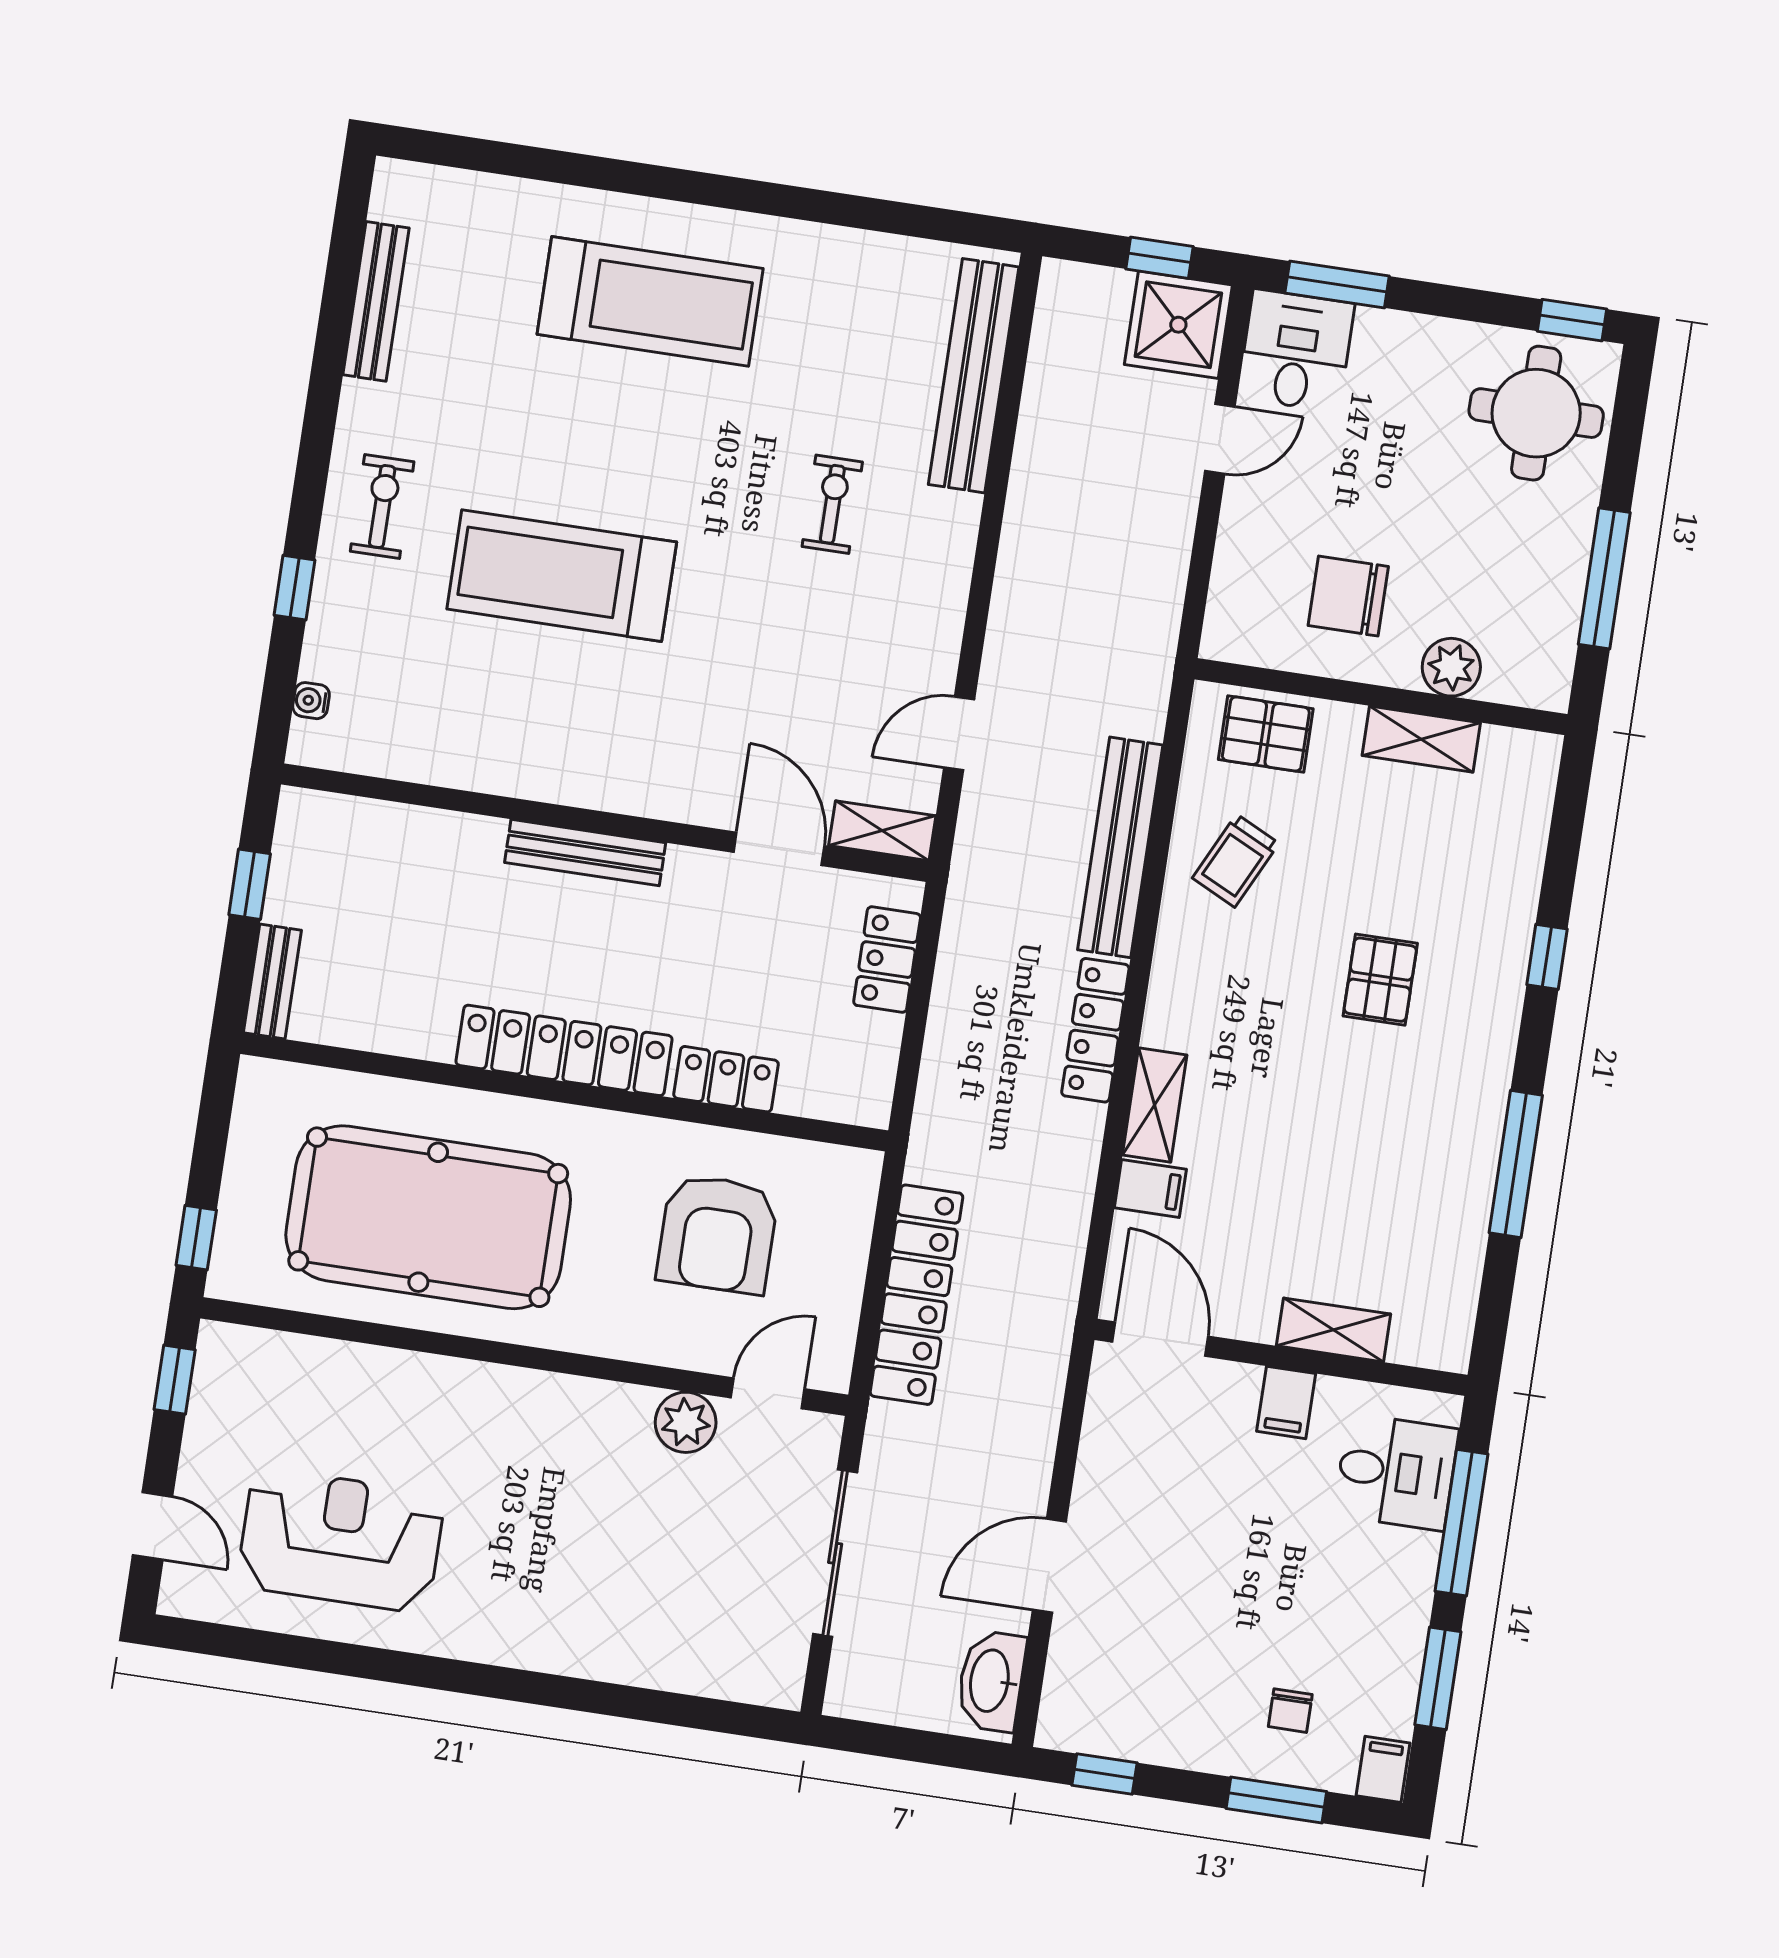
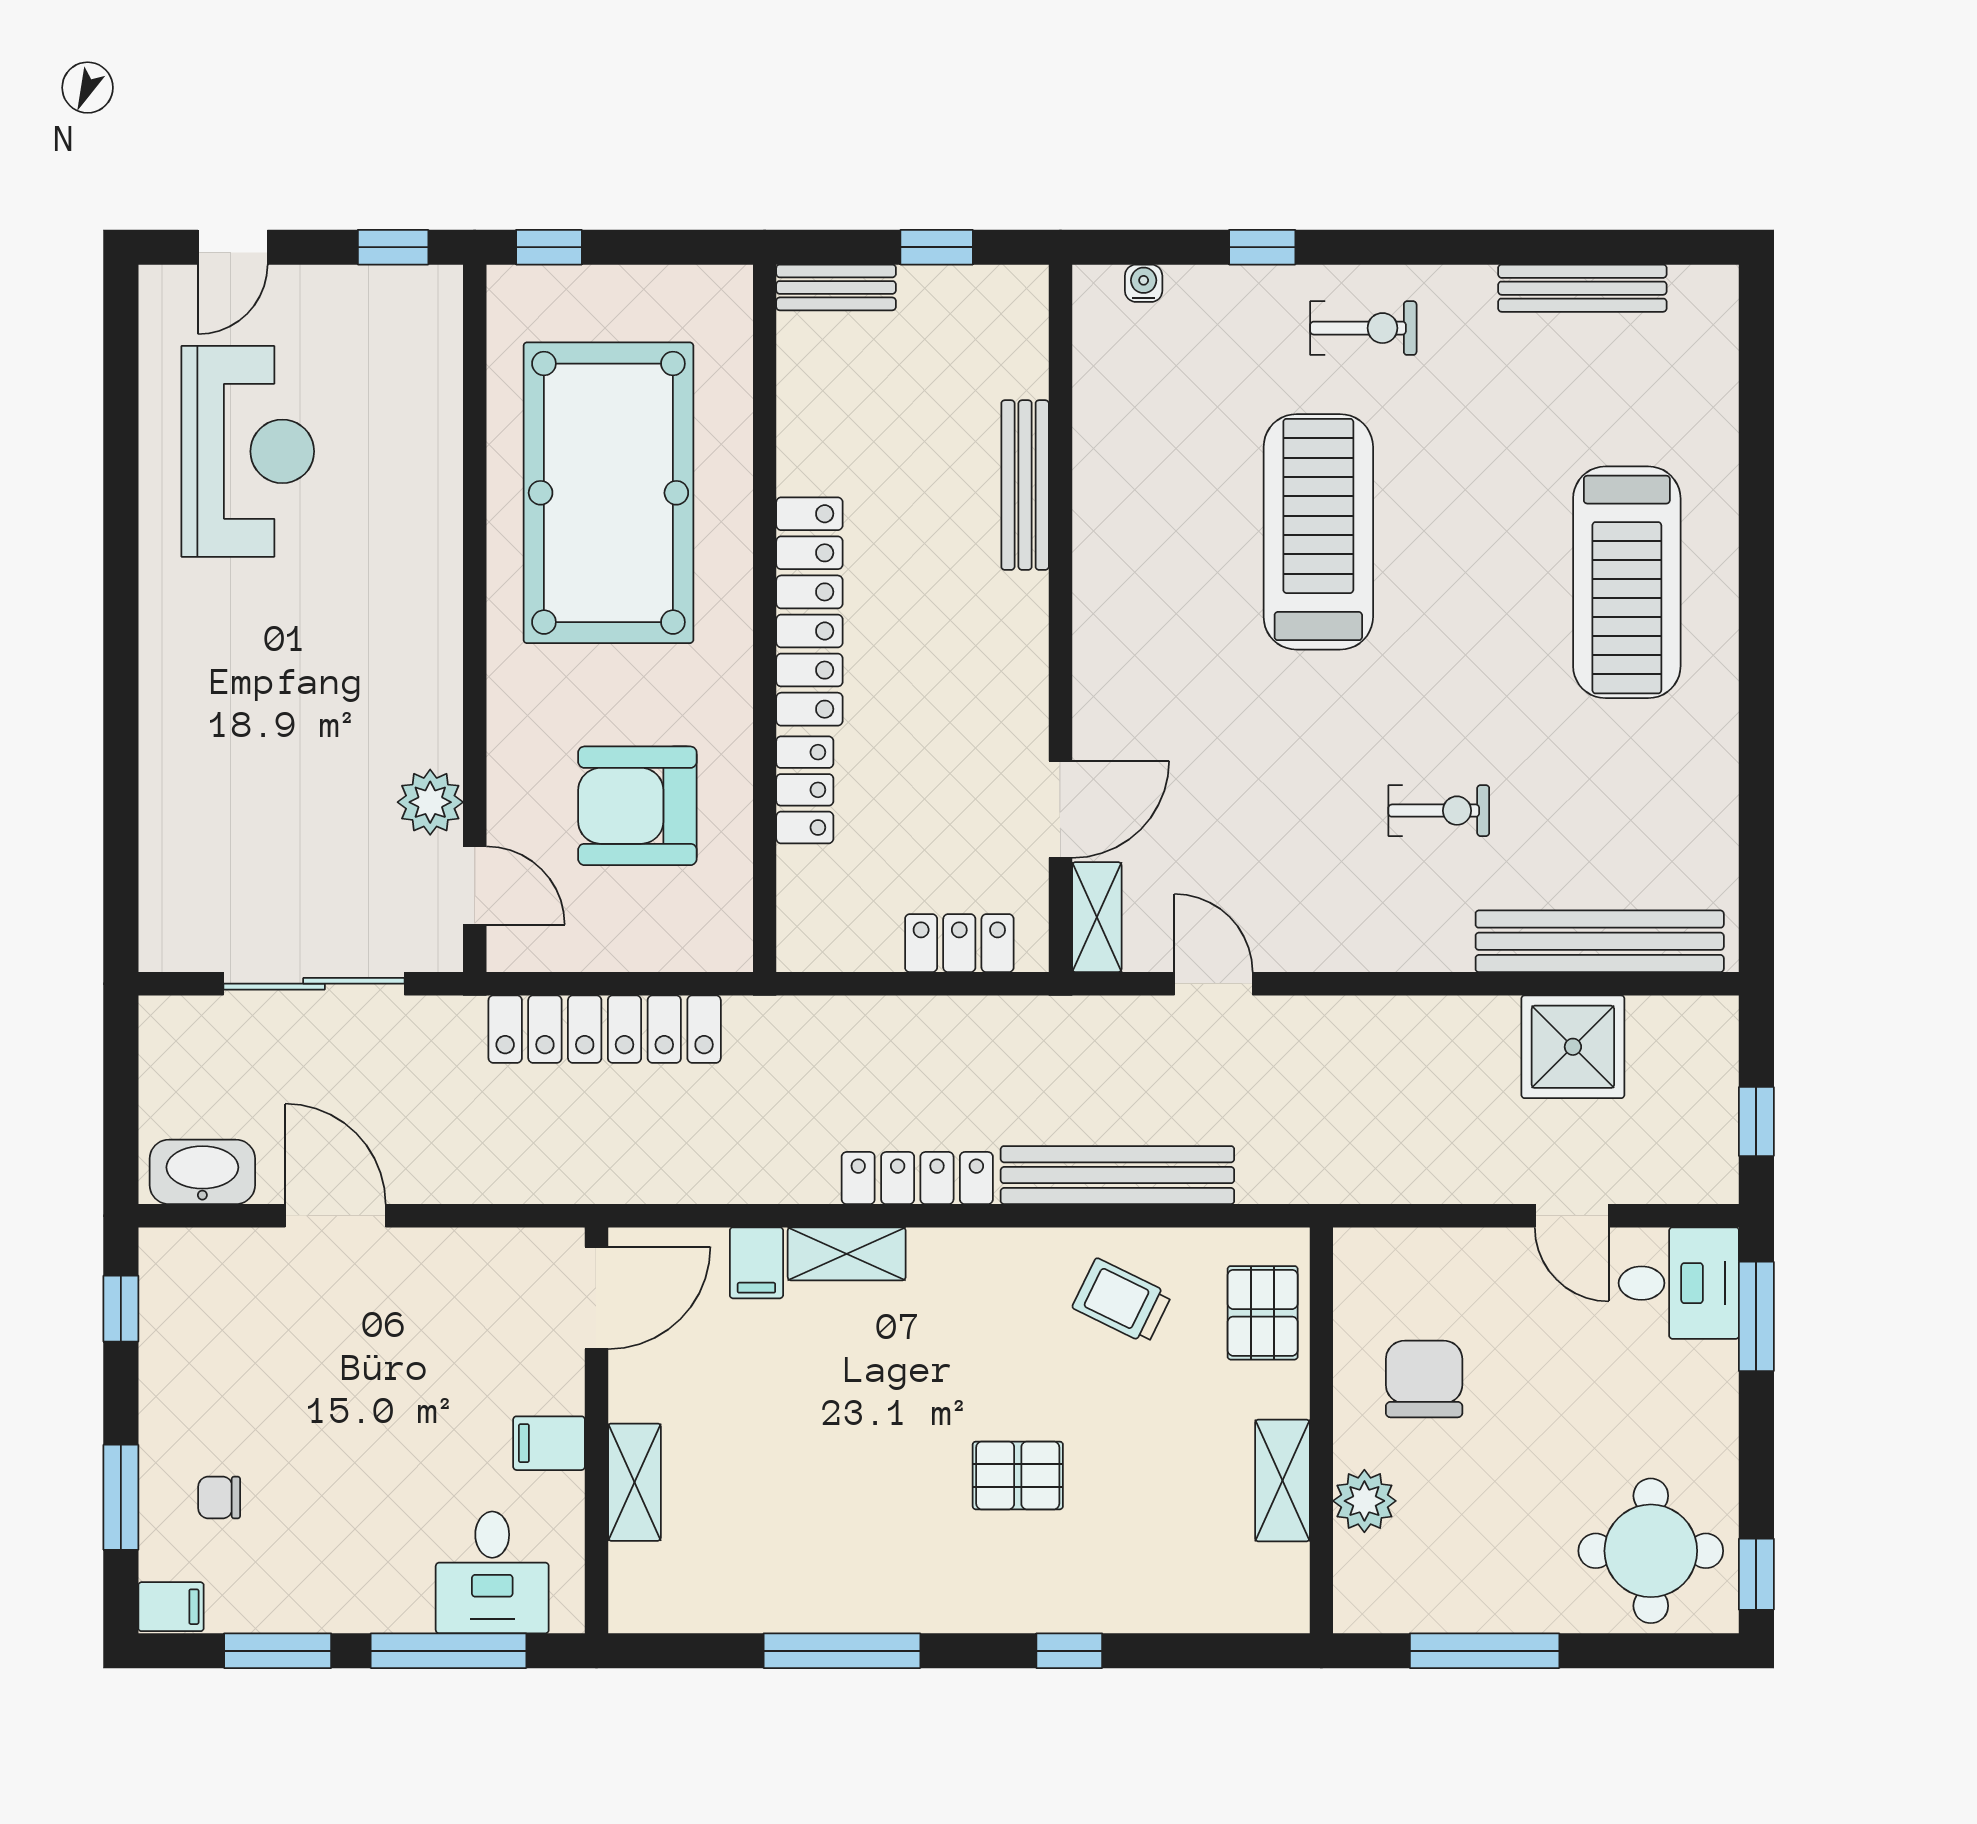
shower: (1178, 325) -> (1573, 1047), moved
bench: (585, 853) -> (1025, 485), moved

